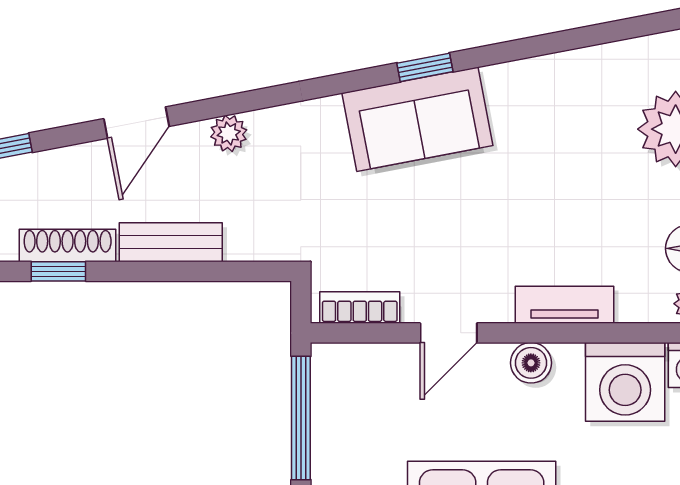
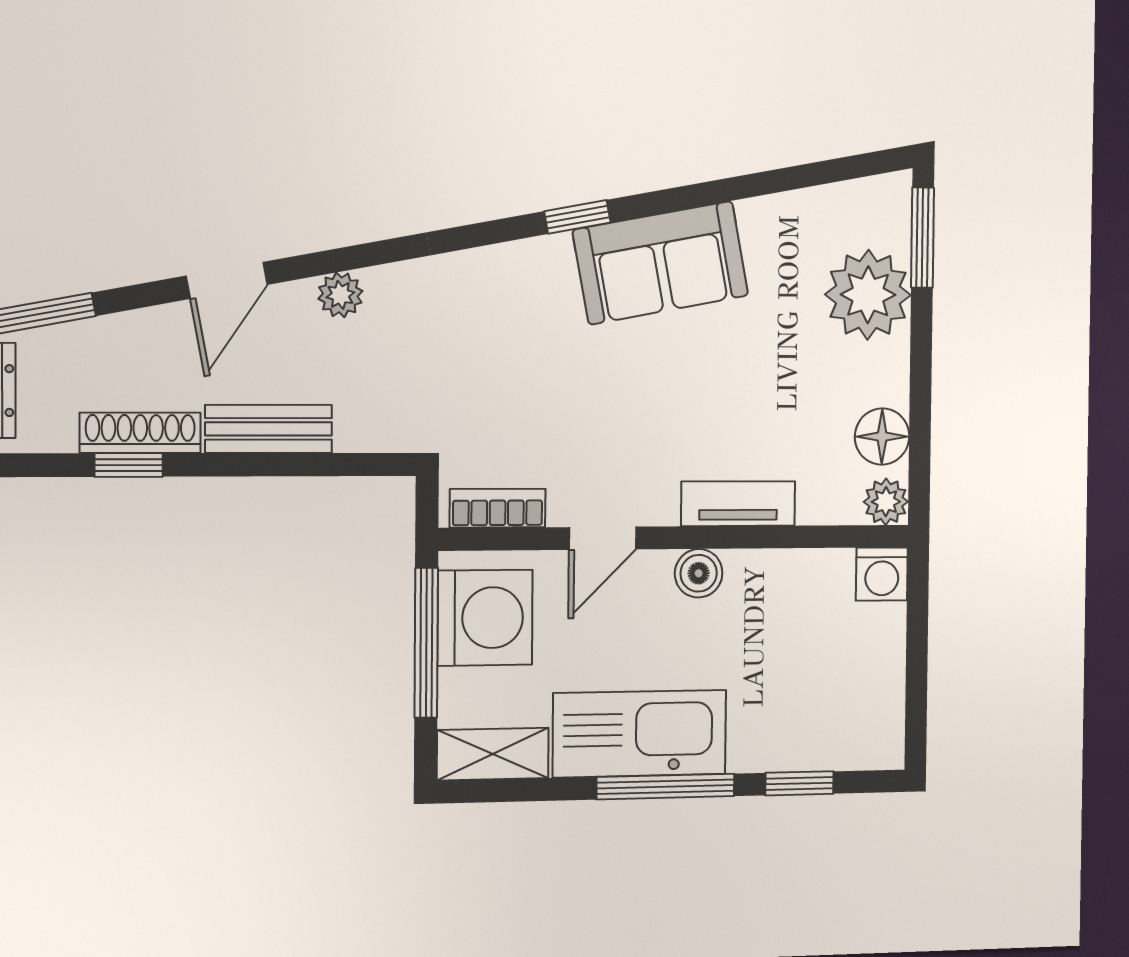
sofa: (417, 119) -> (661, 263), moved
washing machine: (625, 382) -> (485, 618), moved, turned -90

